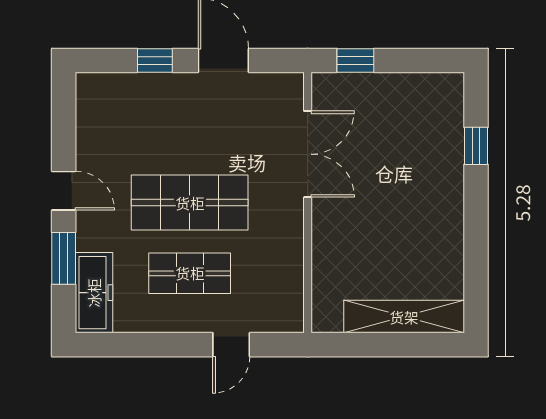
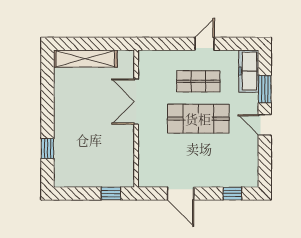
window: (155, 60) -> (232, 194), moved
double door: (308, 154) -> (136, 102), moved
door: (231, 345) -> (205, 44), moved

